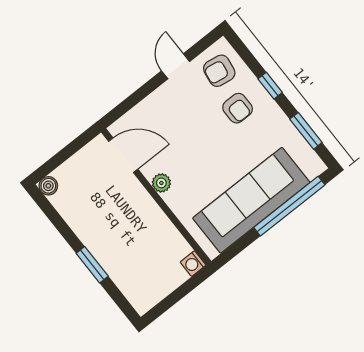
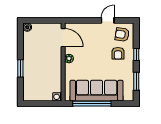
window: (289, 206) -> (92, 104), moved

